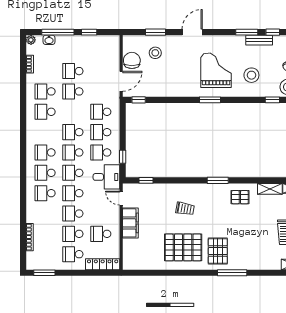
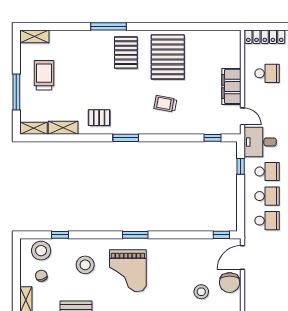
pallet: (183, 247) -> (168, 57), turned 90

